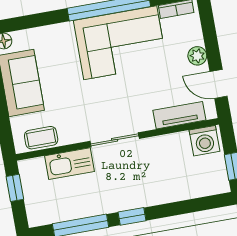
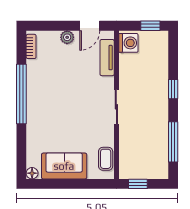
corner sofa: (120, 43) -> (48, 90), removed
kitchen sink: (70, 164) -> (128, 142), removed
window: (132, 216) -> (173, 89), moved

